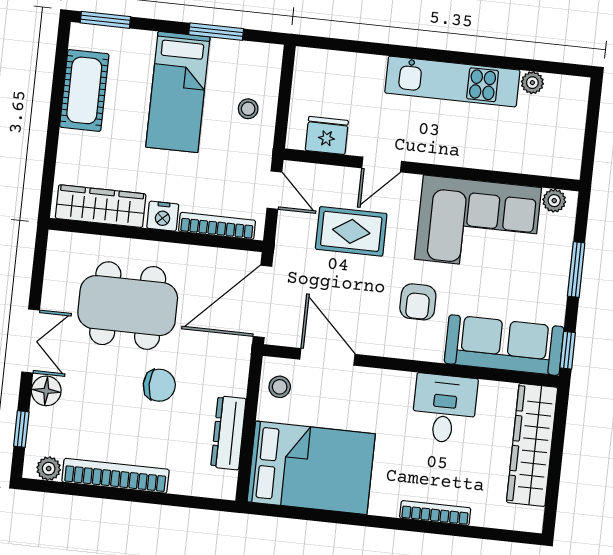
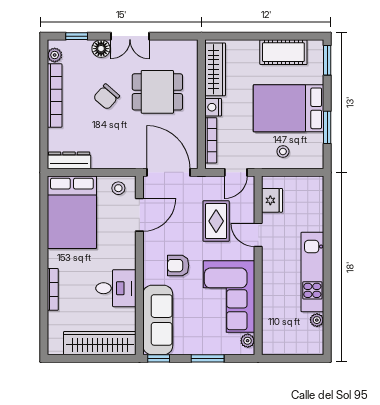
bed: (178, 92) -> (288, 108), width x1.50
dining table: (128, 306) -> (157, 92), width x0.73
chair: (159, 385) -> (106, 97), moved, turned 41
dresser: (228, 433) -> (69, 160), moved

